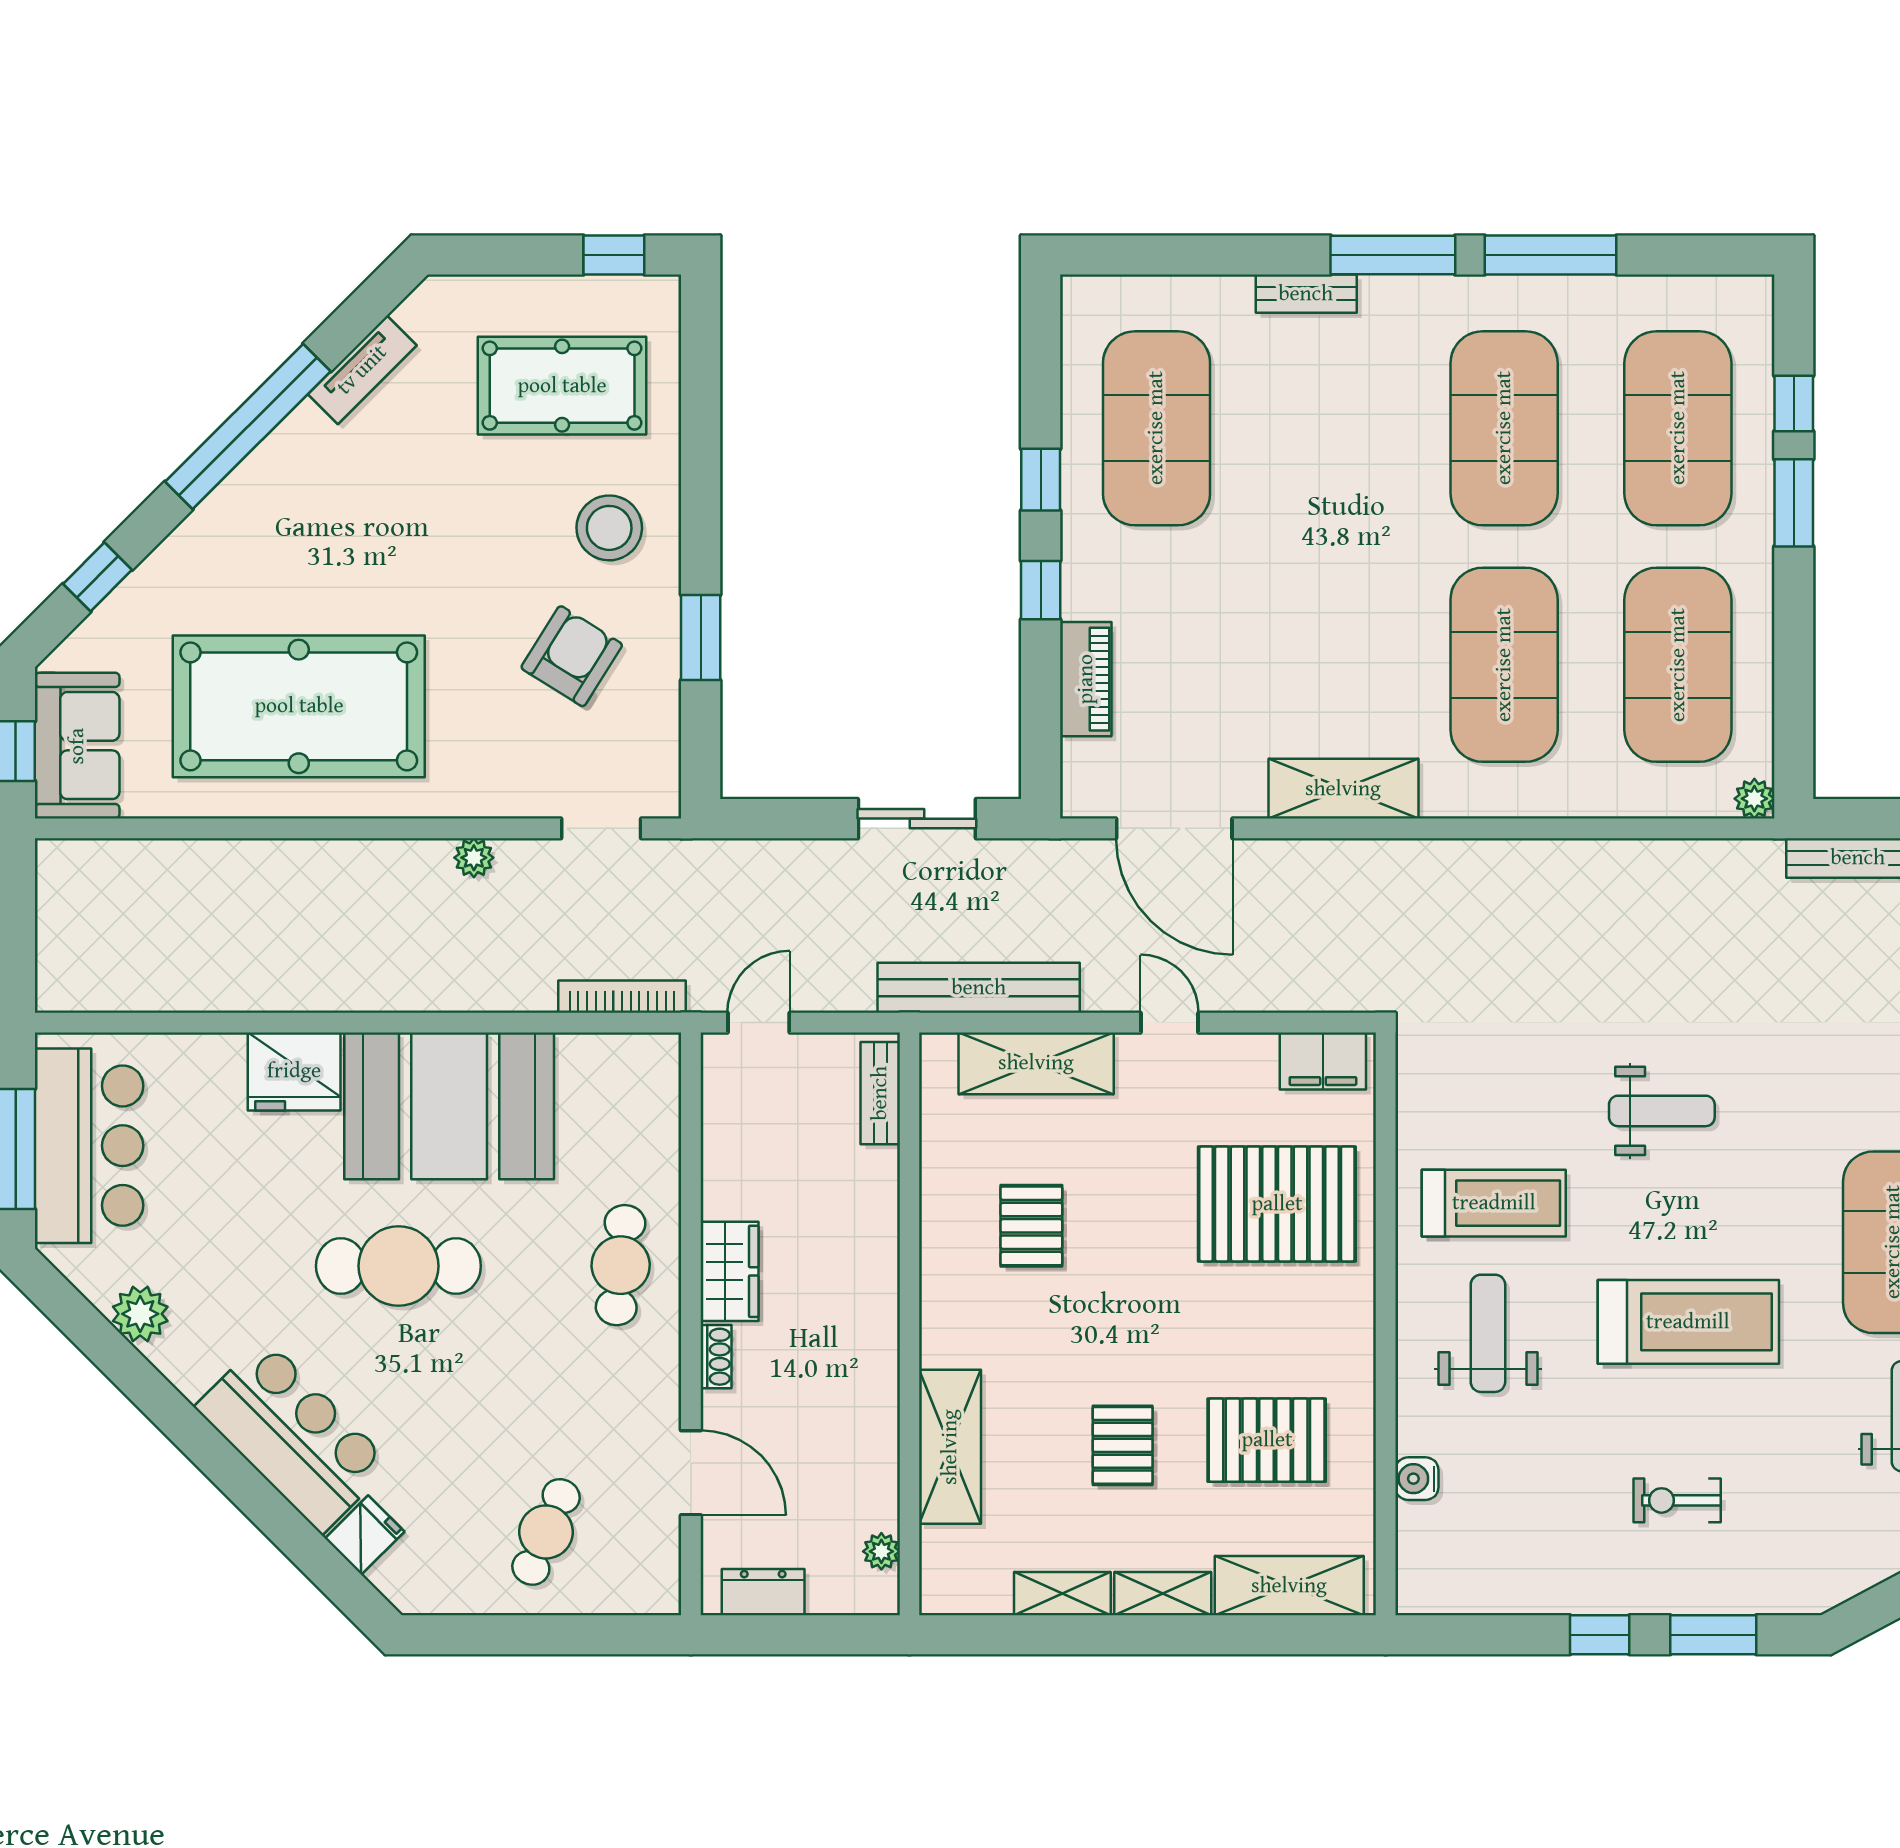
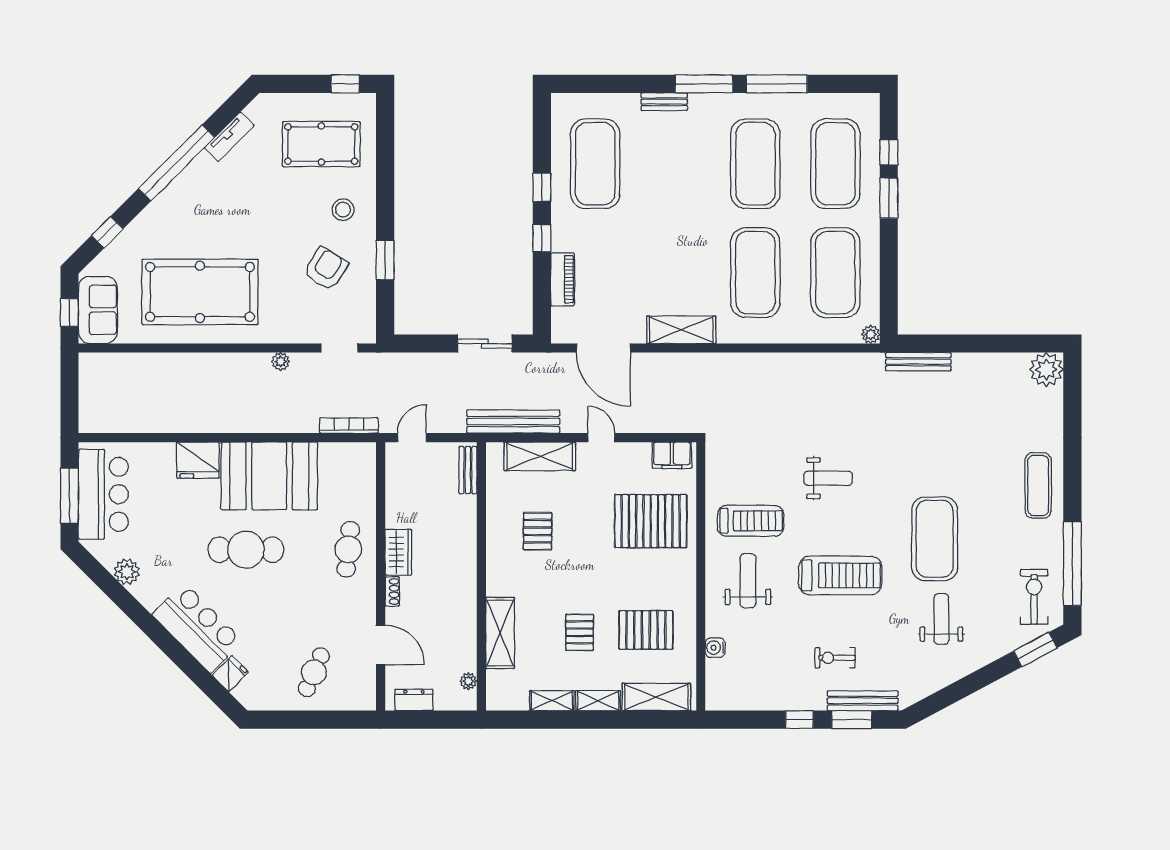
stool: (609, 528) -> (343, 210), width x0.73, depth x0.73
bench: (1737, 1594) -> (863, 701), added

